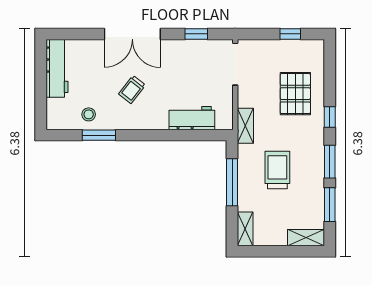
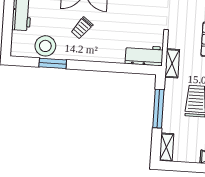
stool: (89, 114) -> (45, 46), width x1.89, depth x1.89
workbench: (192, 118) -> (144, 55), moved

